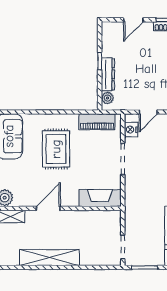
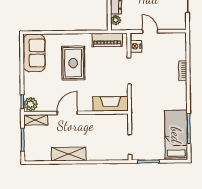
door: (148, 112) -> (150, 31), swing flipped
shelving: (49, 258) -> (69, 154), width x0.68

